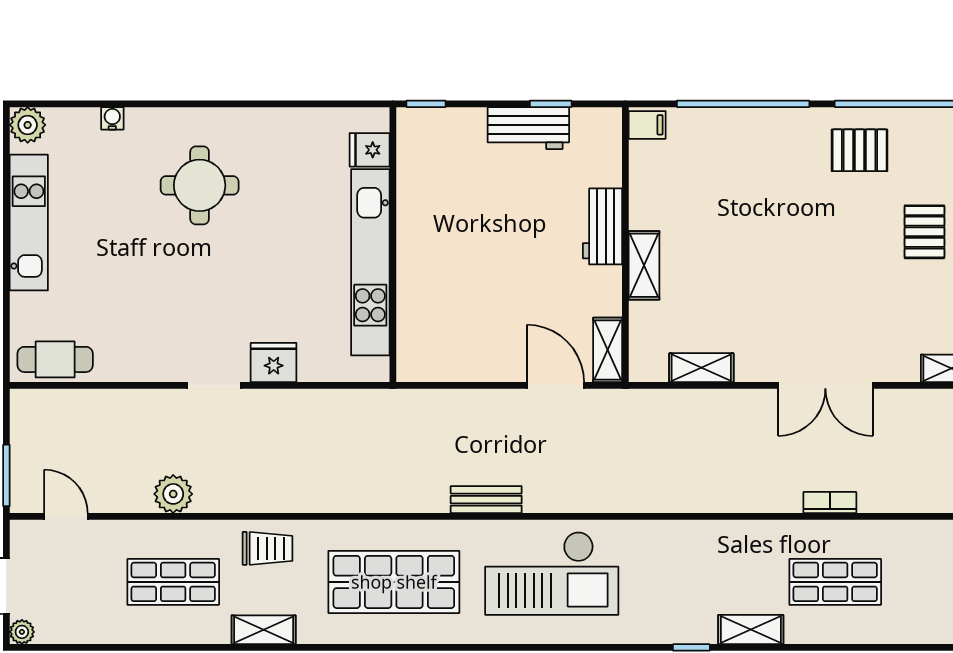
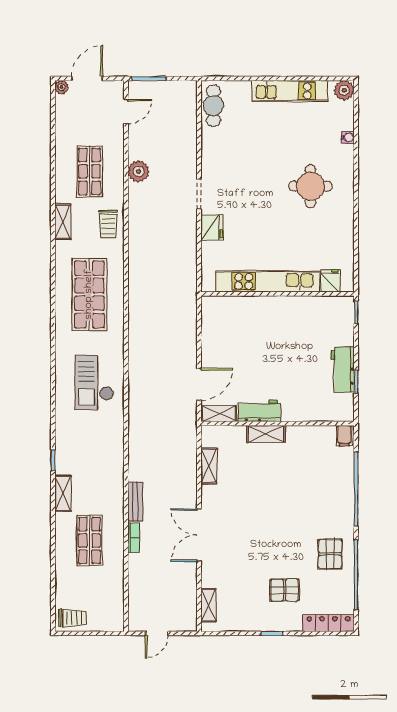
workbench: (602, 226) -> (259, 411), moved
bench: (486, 500) -> (135, 501), moved
checkout: (552, 573) -> (94, 382), width x0.73, depth x0.83

